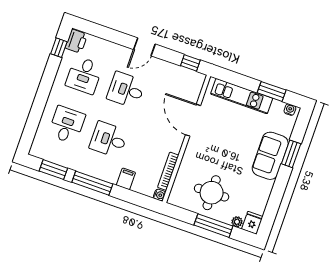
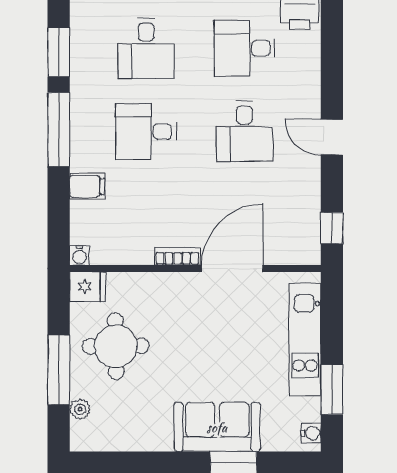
desk: (126, 90) -> (244, 131), turned 180
desk: (67, 125) -> (146, 48), turned 90
desk: (109, 139) -> (146, 131), turned -90
bookcase: (168, 171) -> (178, 256), moved, width x0.64
fridge: (252, 223) -> (88, 287), moved

